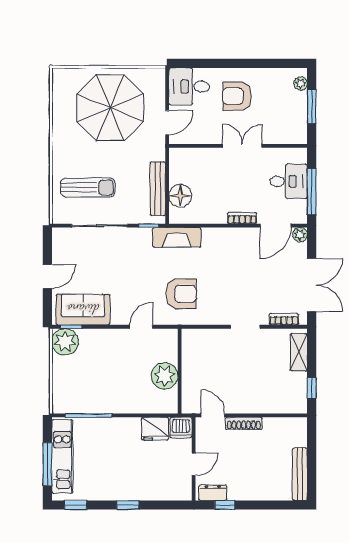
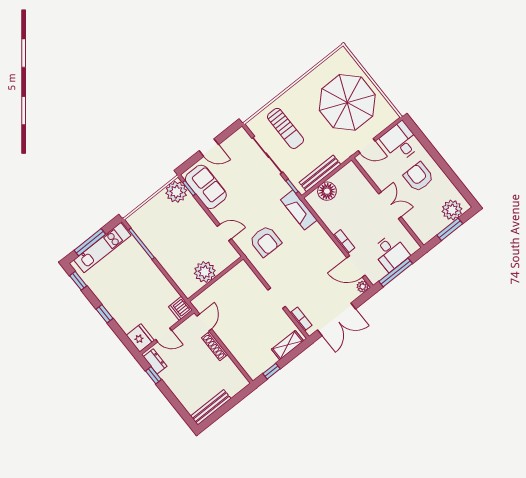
plant: (301, 83) -> (452, 210), width x1.87, depth x1.87
fridge: (155, 429) -> (140, 338), moved, turned 180

